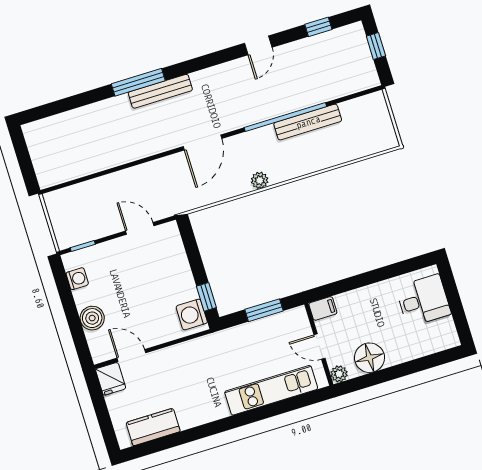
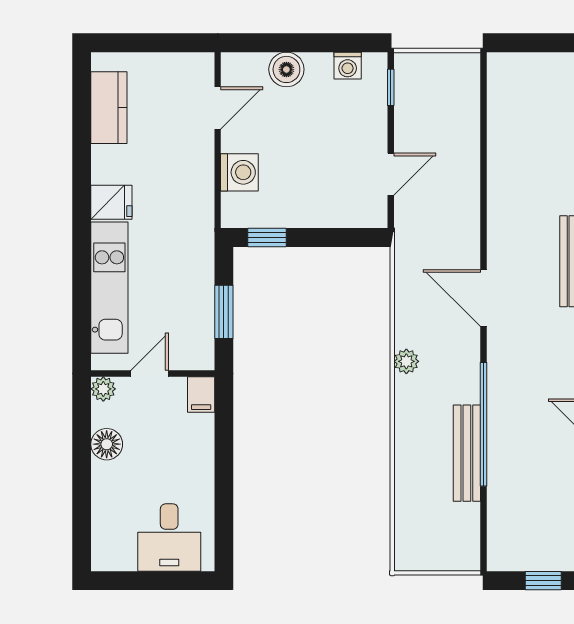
washing machine: (192, 314) -> (239, 172), moved, turned 90
floor lamp: (370, 358) -> (107, 444), width x0.73, depth x0.73
fridge: (111, 379) -> (111, 202), moved, turned 180

